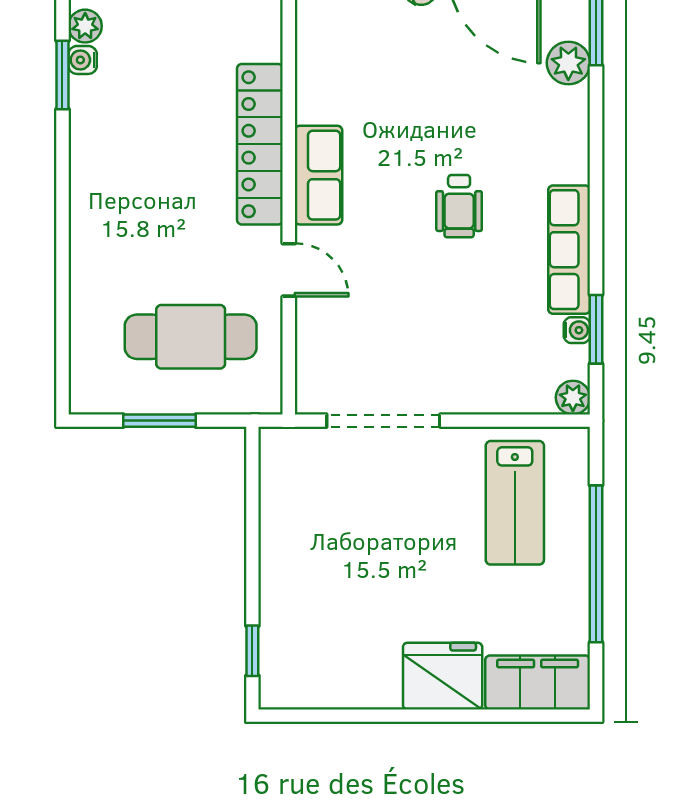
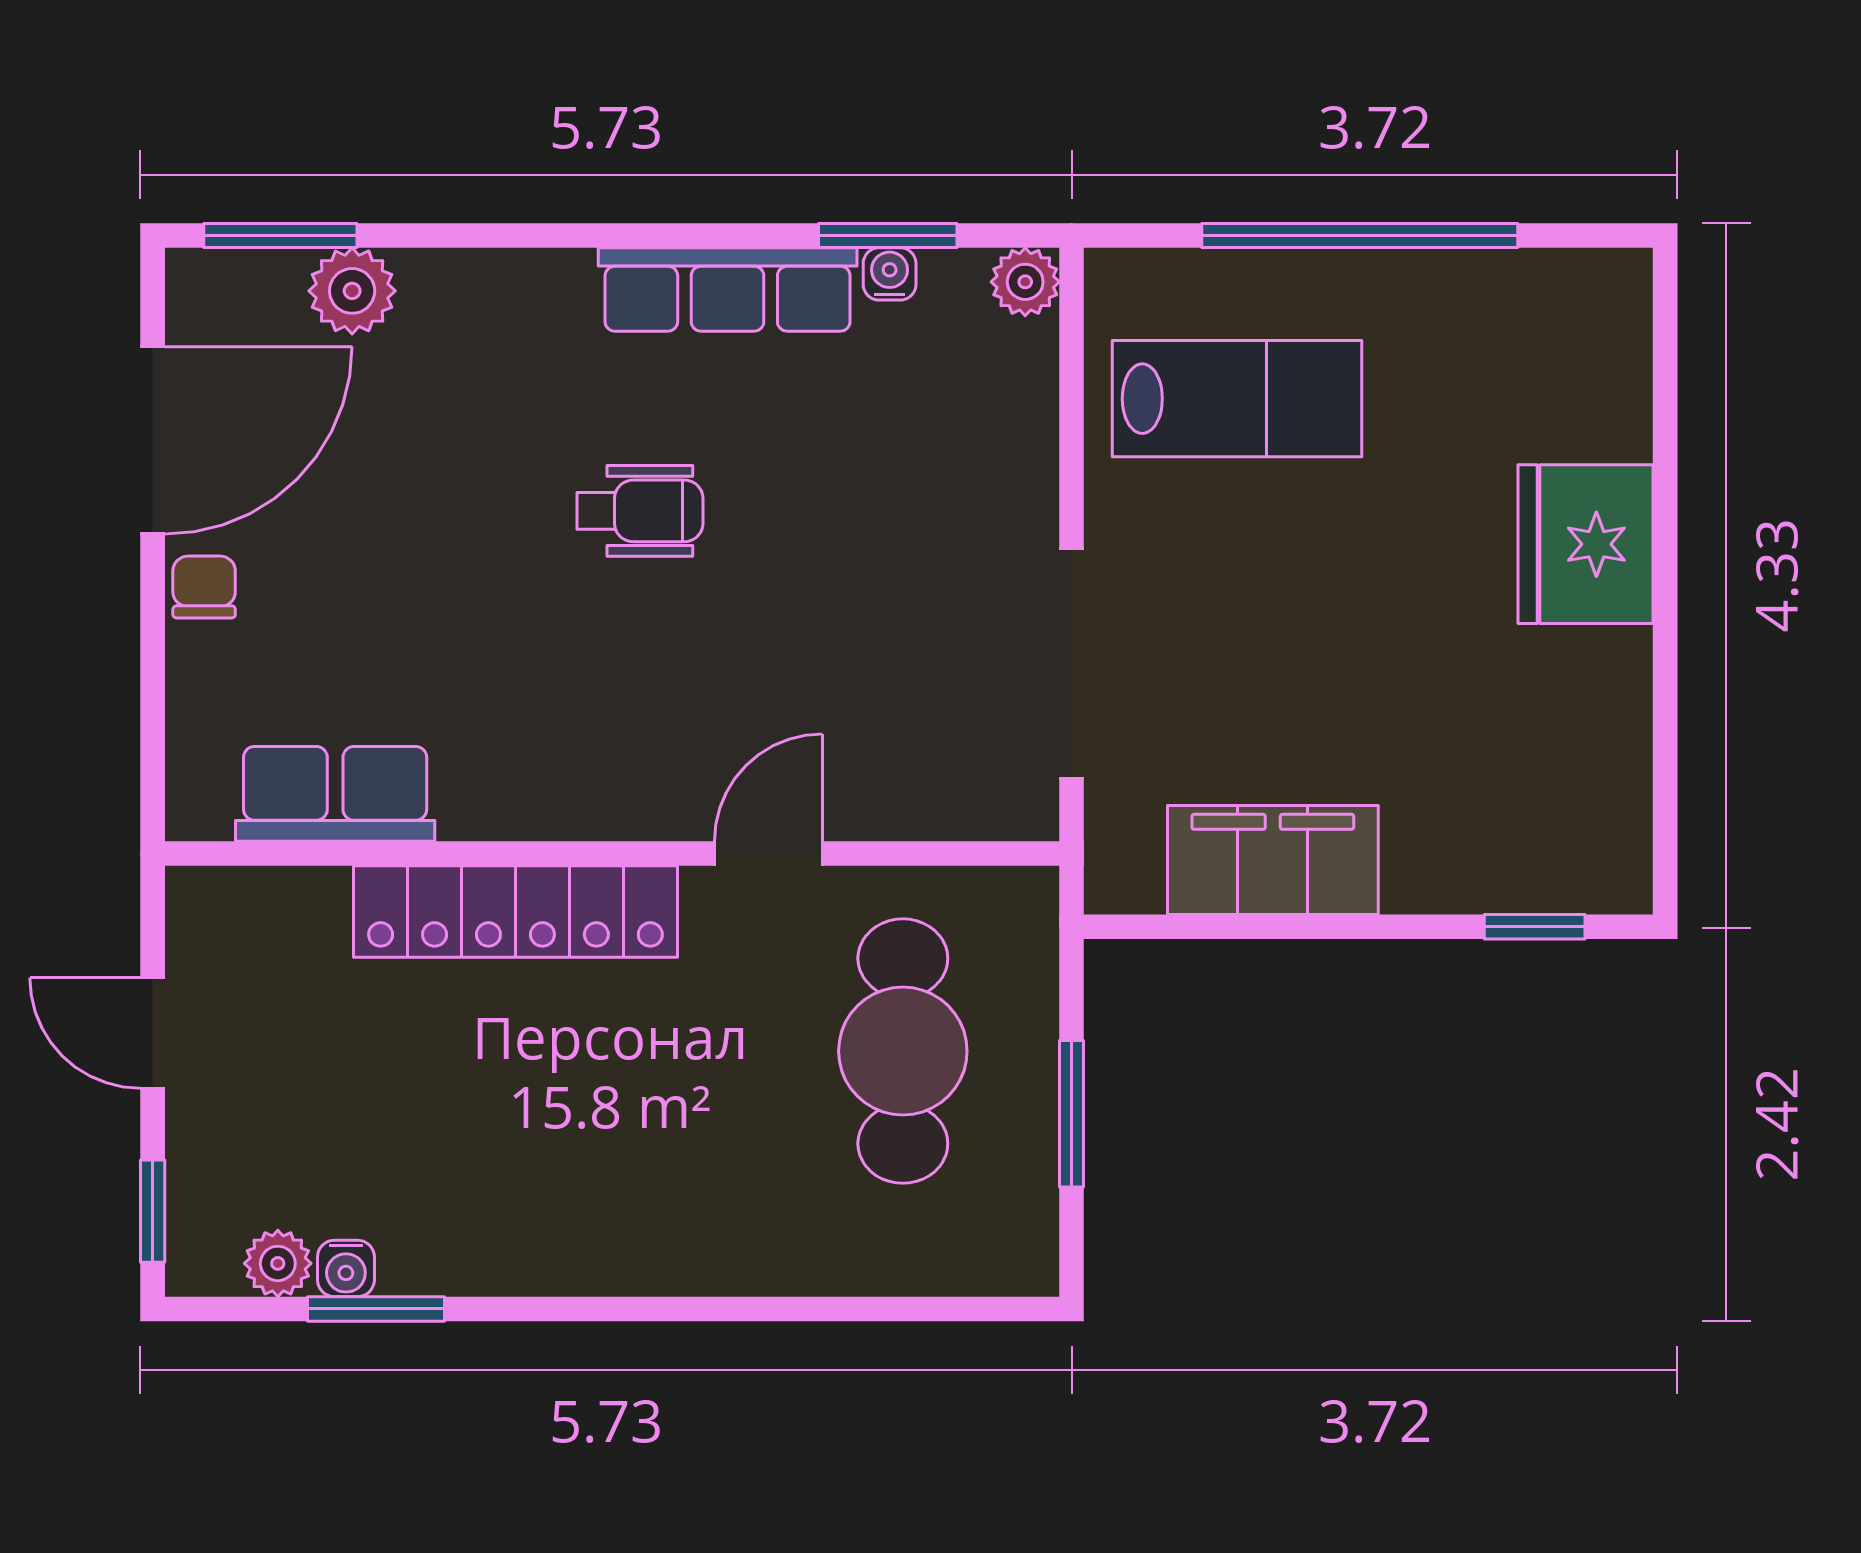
row of seats: (318, 175) -> (335, 794), moved
filing cabinet: (538, 682) -> (1273, 860), moved, turned 90

